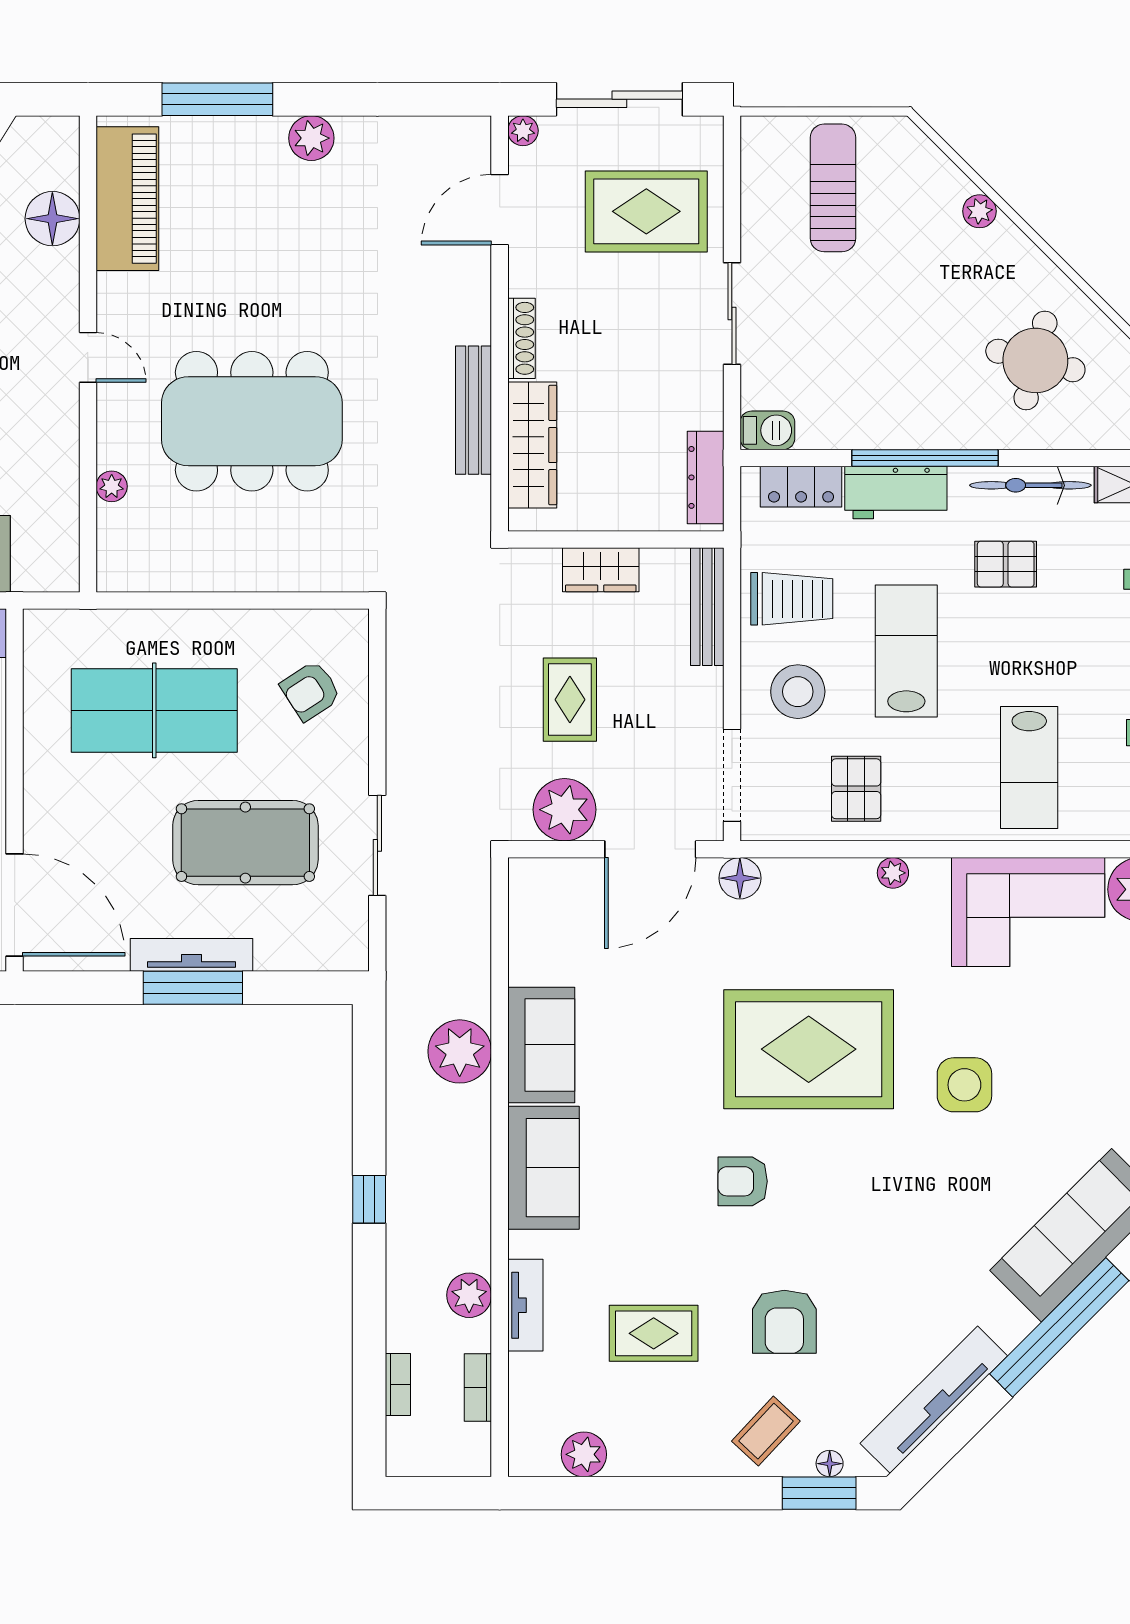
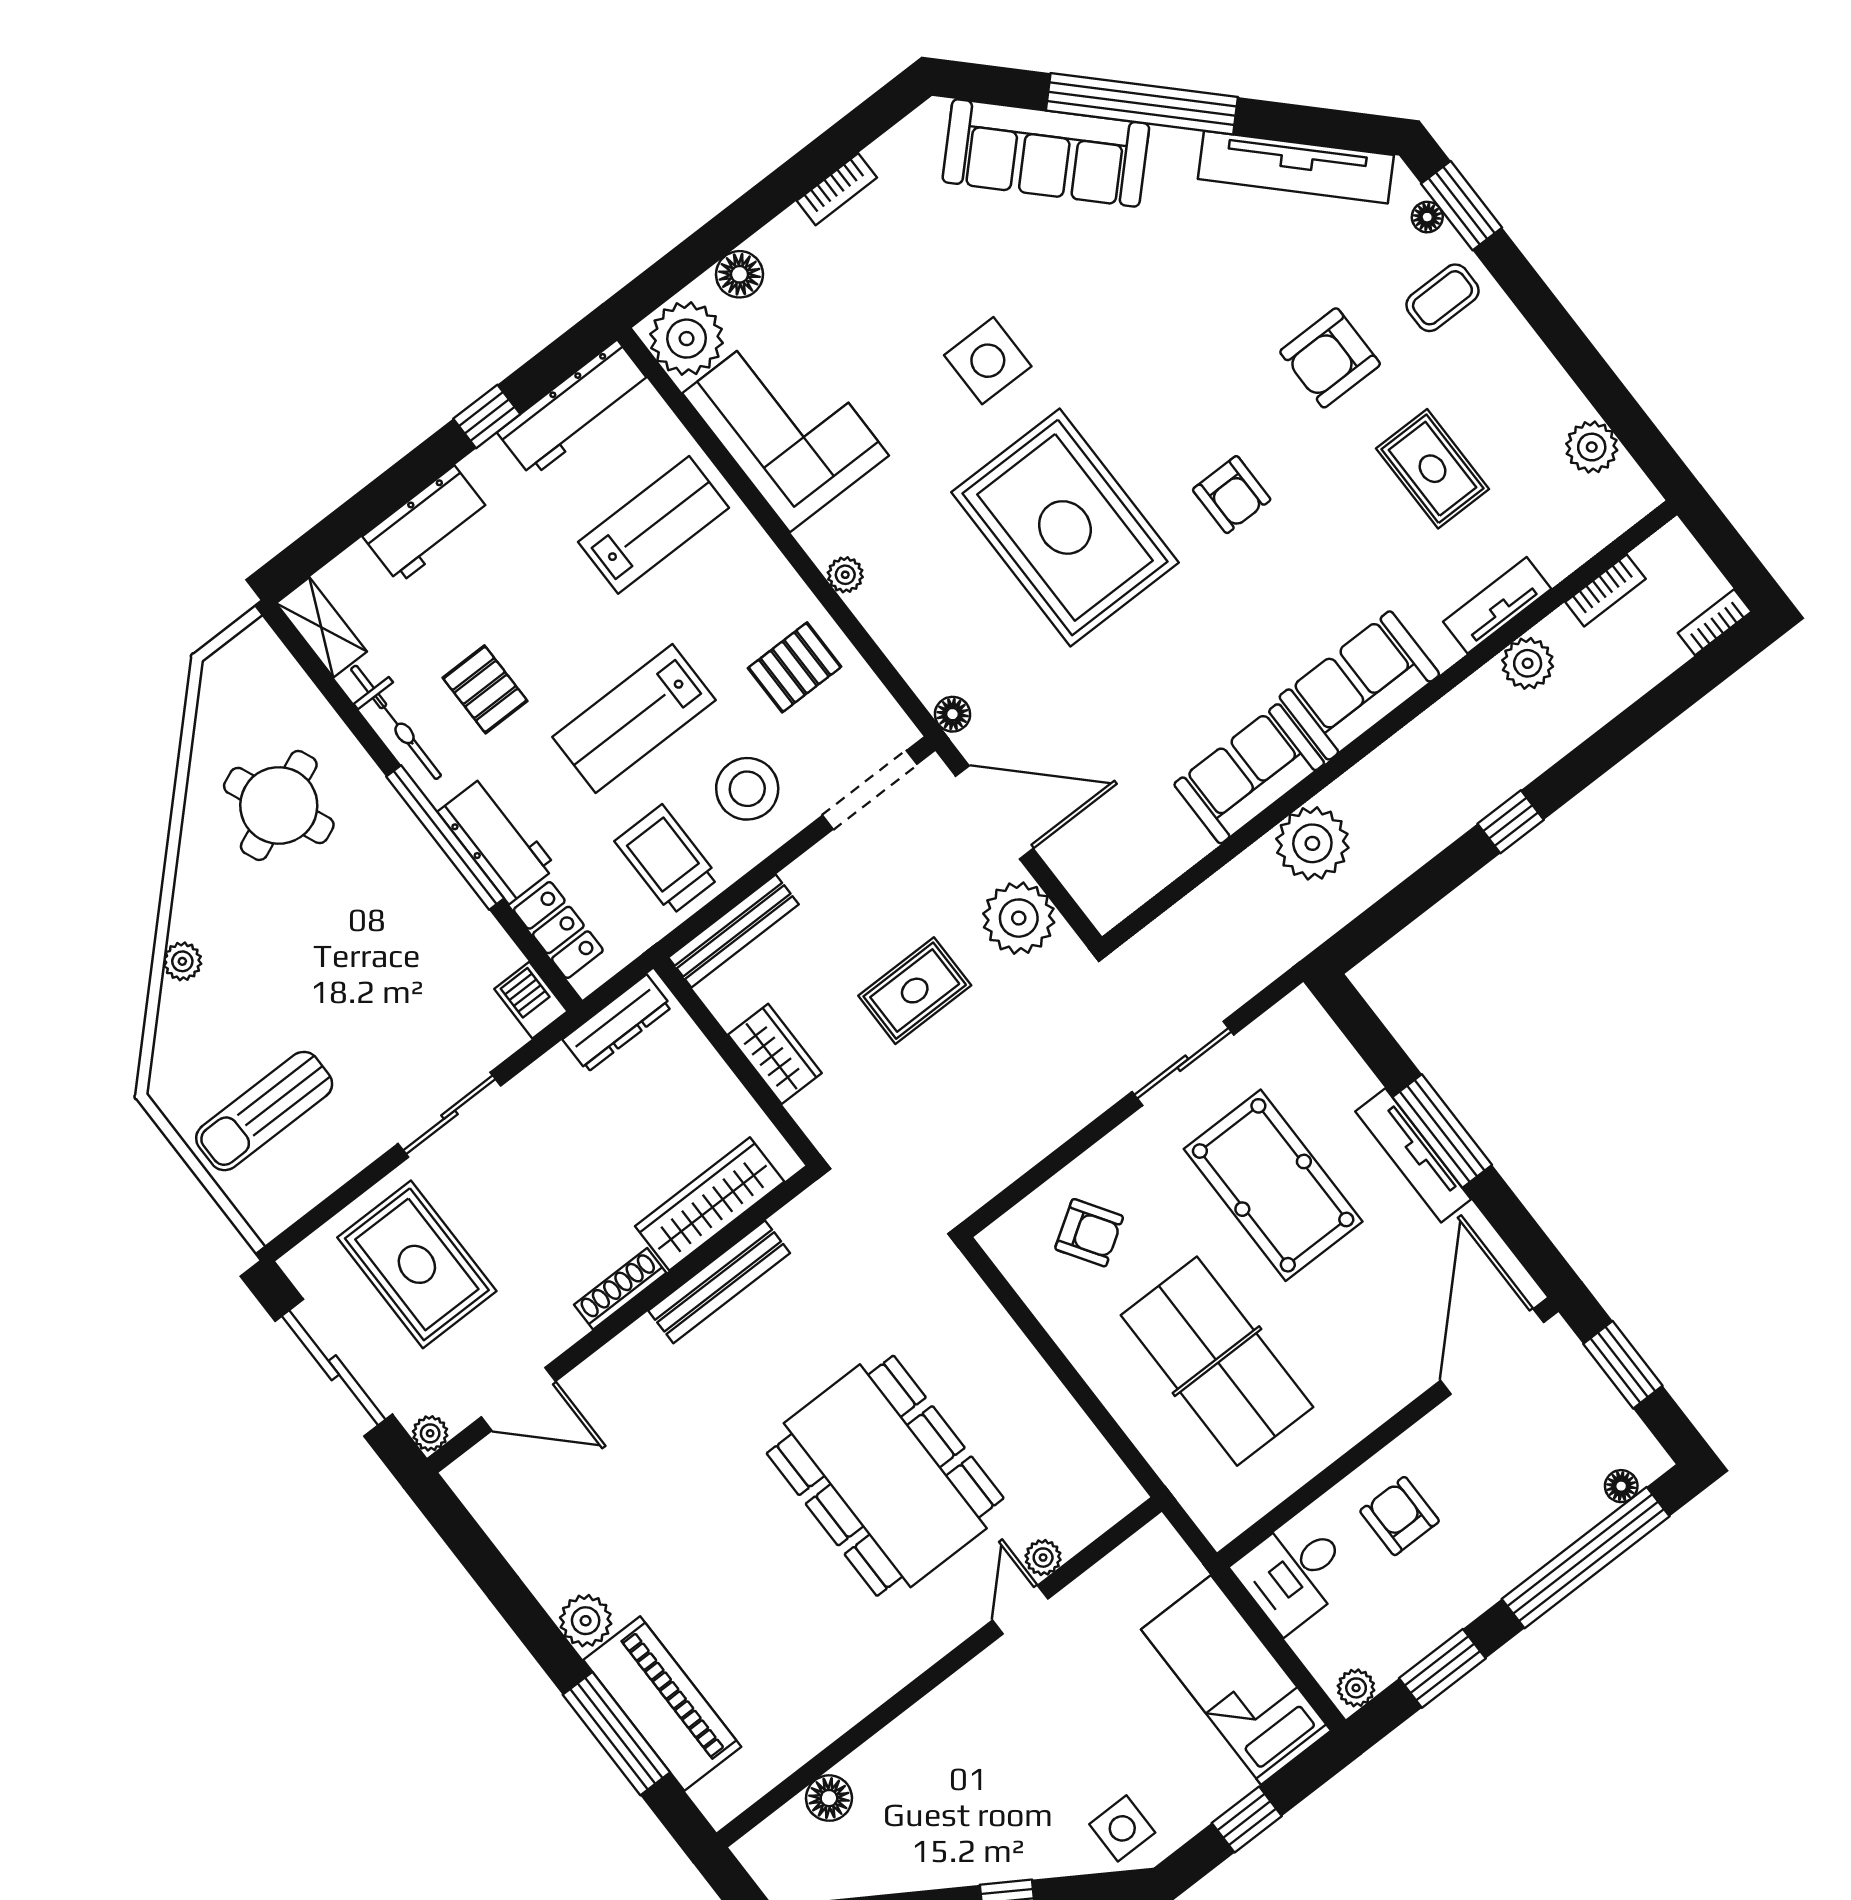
piano: (127, 199) -> (662, 1703), moved, turned 90
floor lamp: (52, 219) -> (829, 1798), width x0.73, depth x0.73
door: (88, 357) -> (1020, 1610), moved
round table: (1035, 360) -> (279, 805), turned -37
floor lamp: (740, 878) -> (953, 714), width x0.73, depth x0.73
armchair: (784, 1322) -> (1330, 358), turned 180
bookcase: (398, 1384) -> (1715, 622), moved
coffee table: (766, 1431) -> (1442, 298), turned -43

